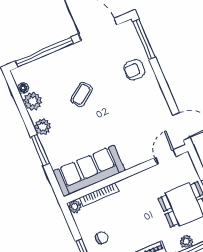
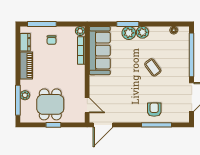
window: (144, 39) -> (157, 125), moved
plant: (33, 101) -> (129, 33), moved

